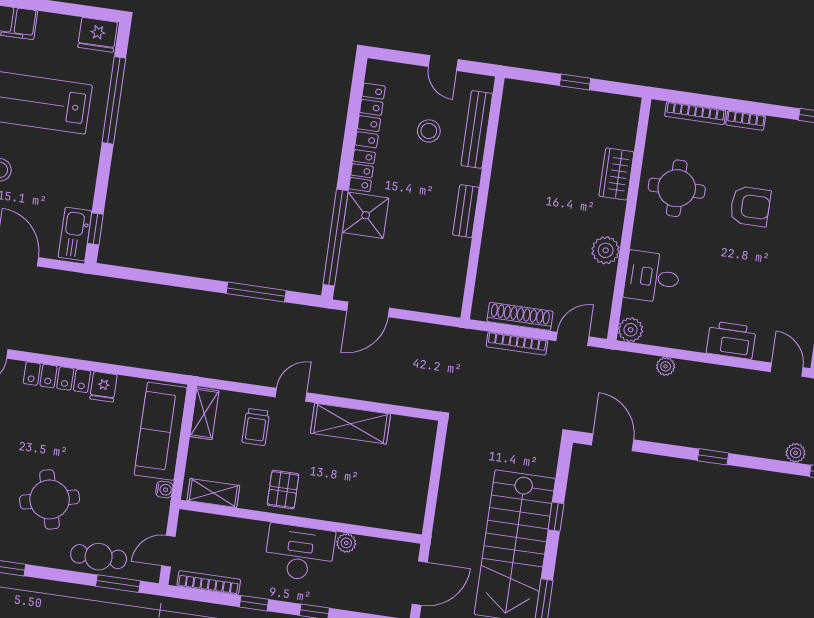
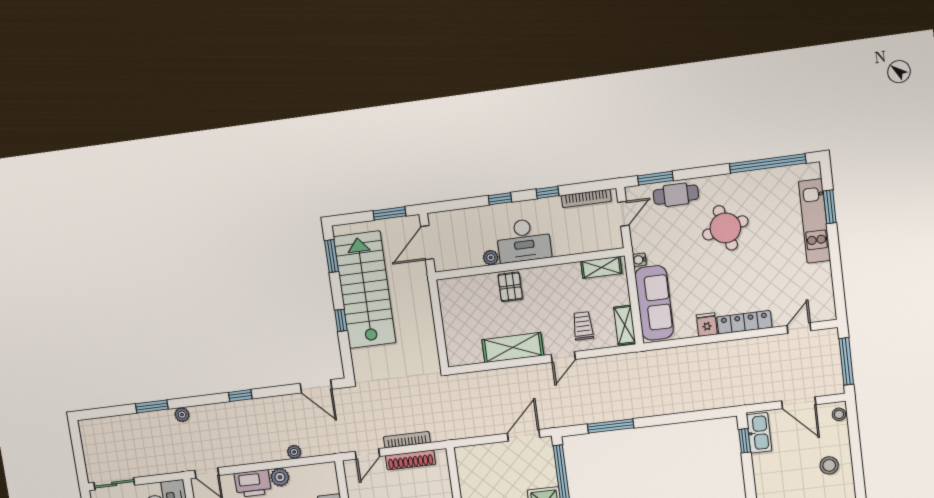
plant: (631, 330) -> (280, 477), moved
pallet: (283, 490) -> (510, 287), moved

